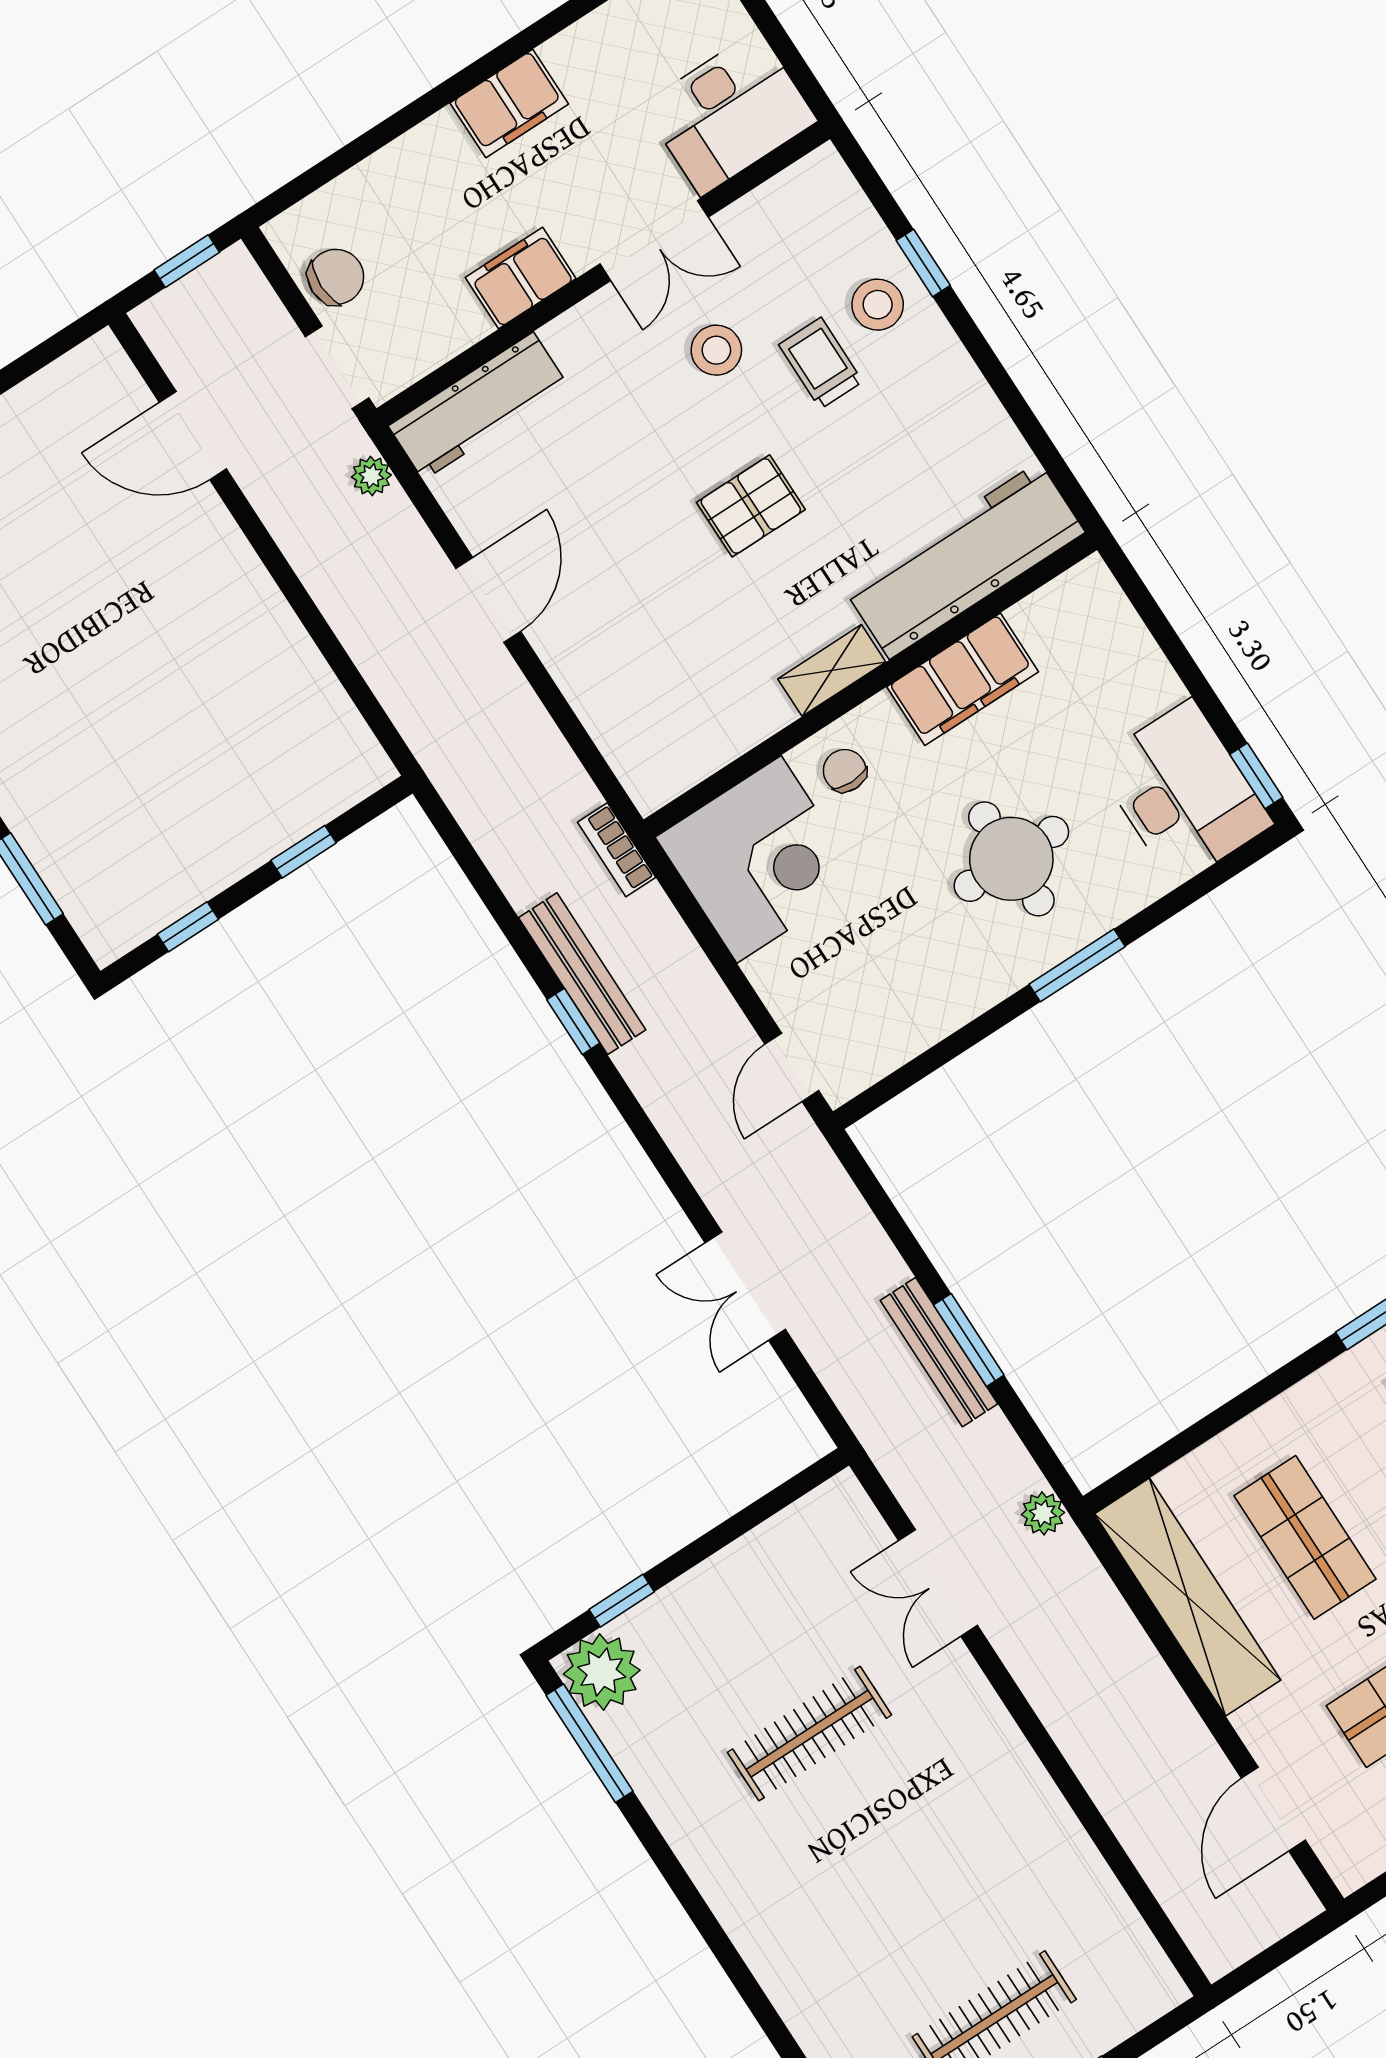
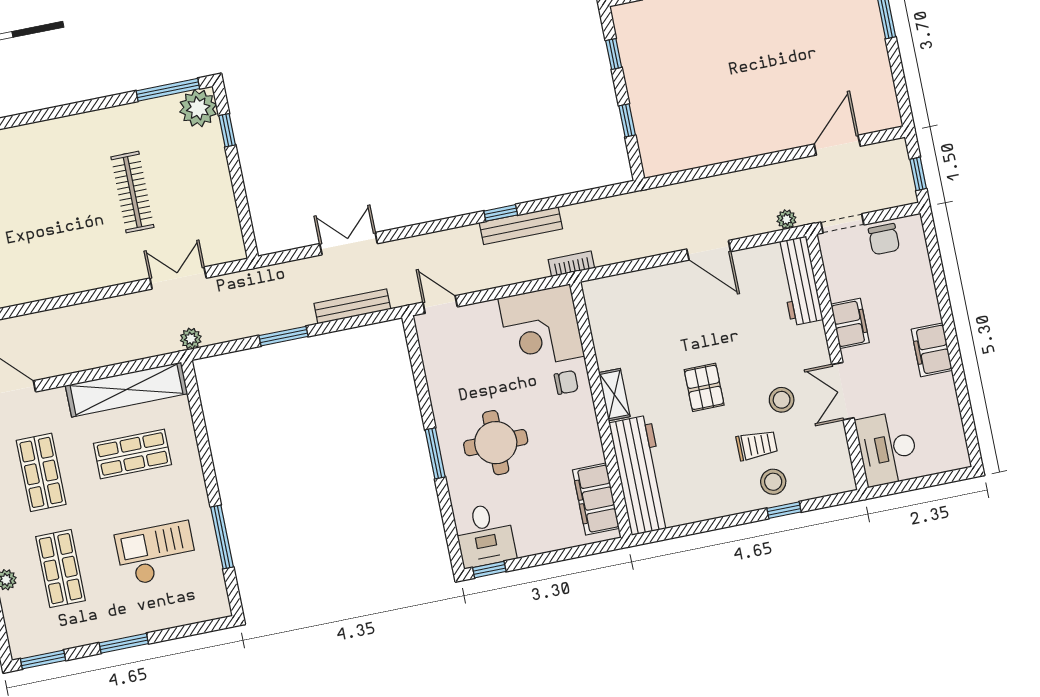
filing cabinet: (963, 679) -> (596, 499), moved
desk: (1183, 793) -> (485, 535), width x0.73
bench: (939, 1352) -> (352, 306), moved

